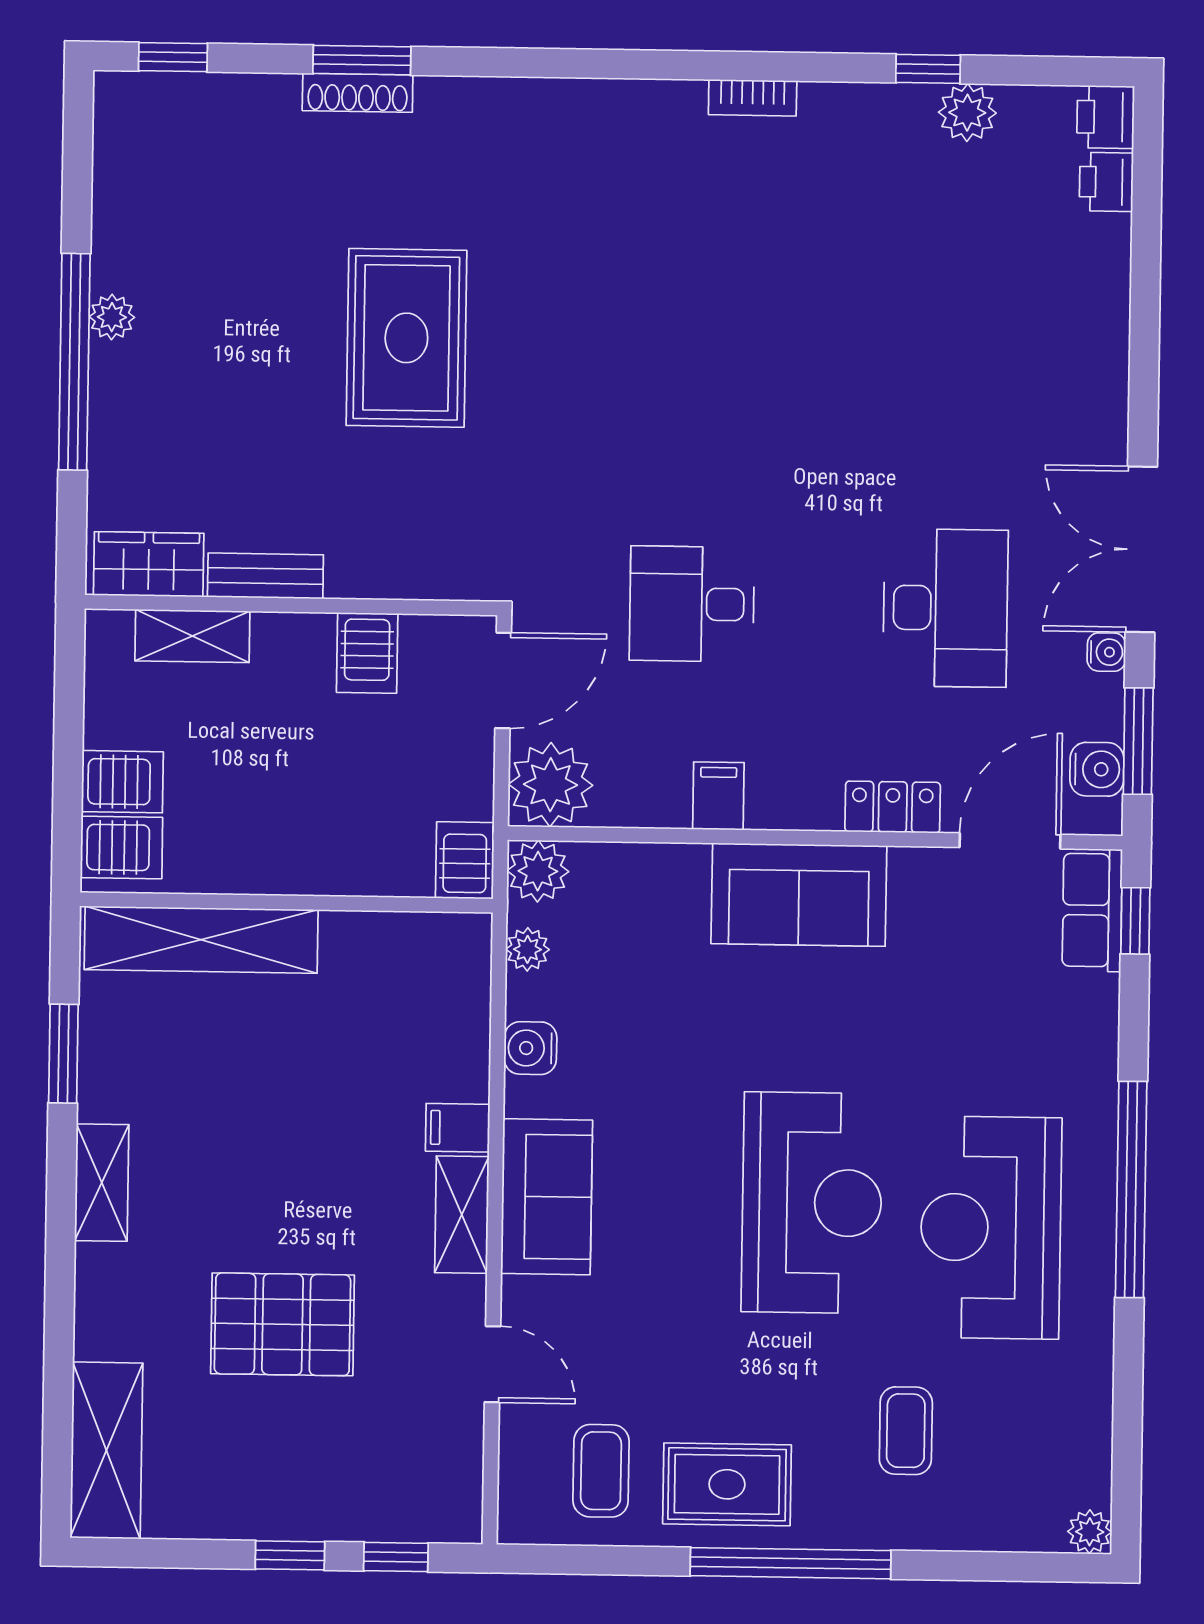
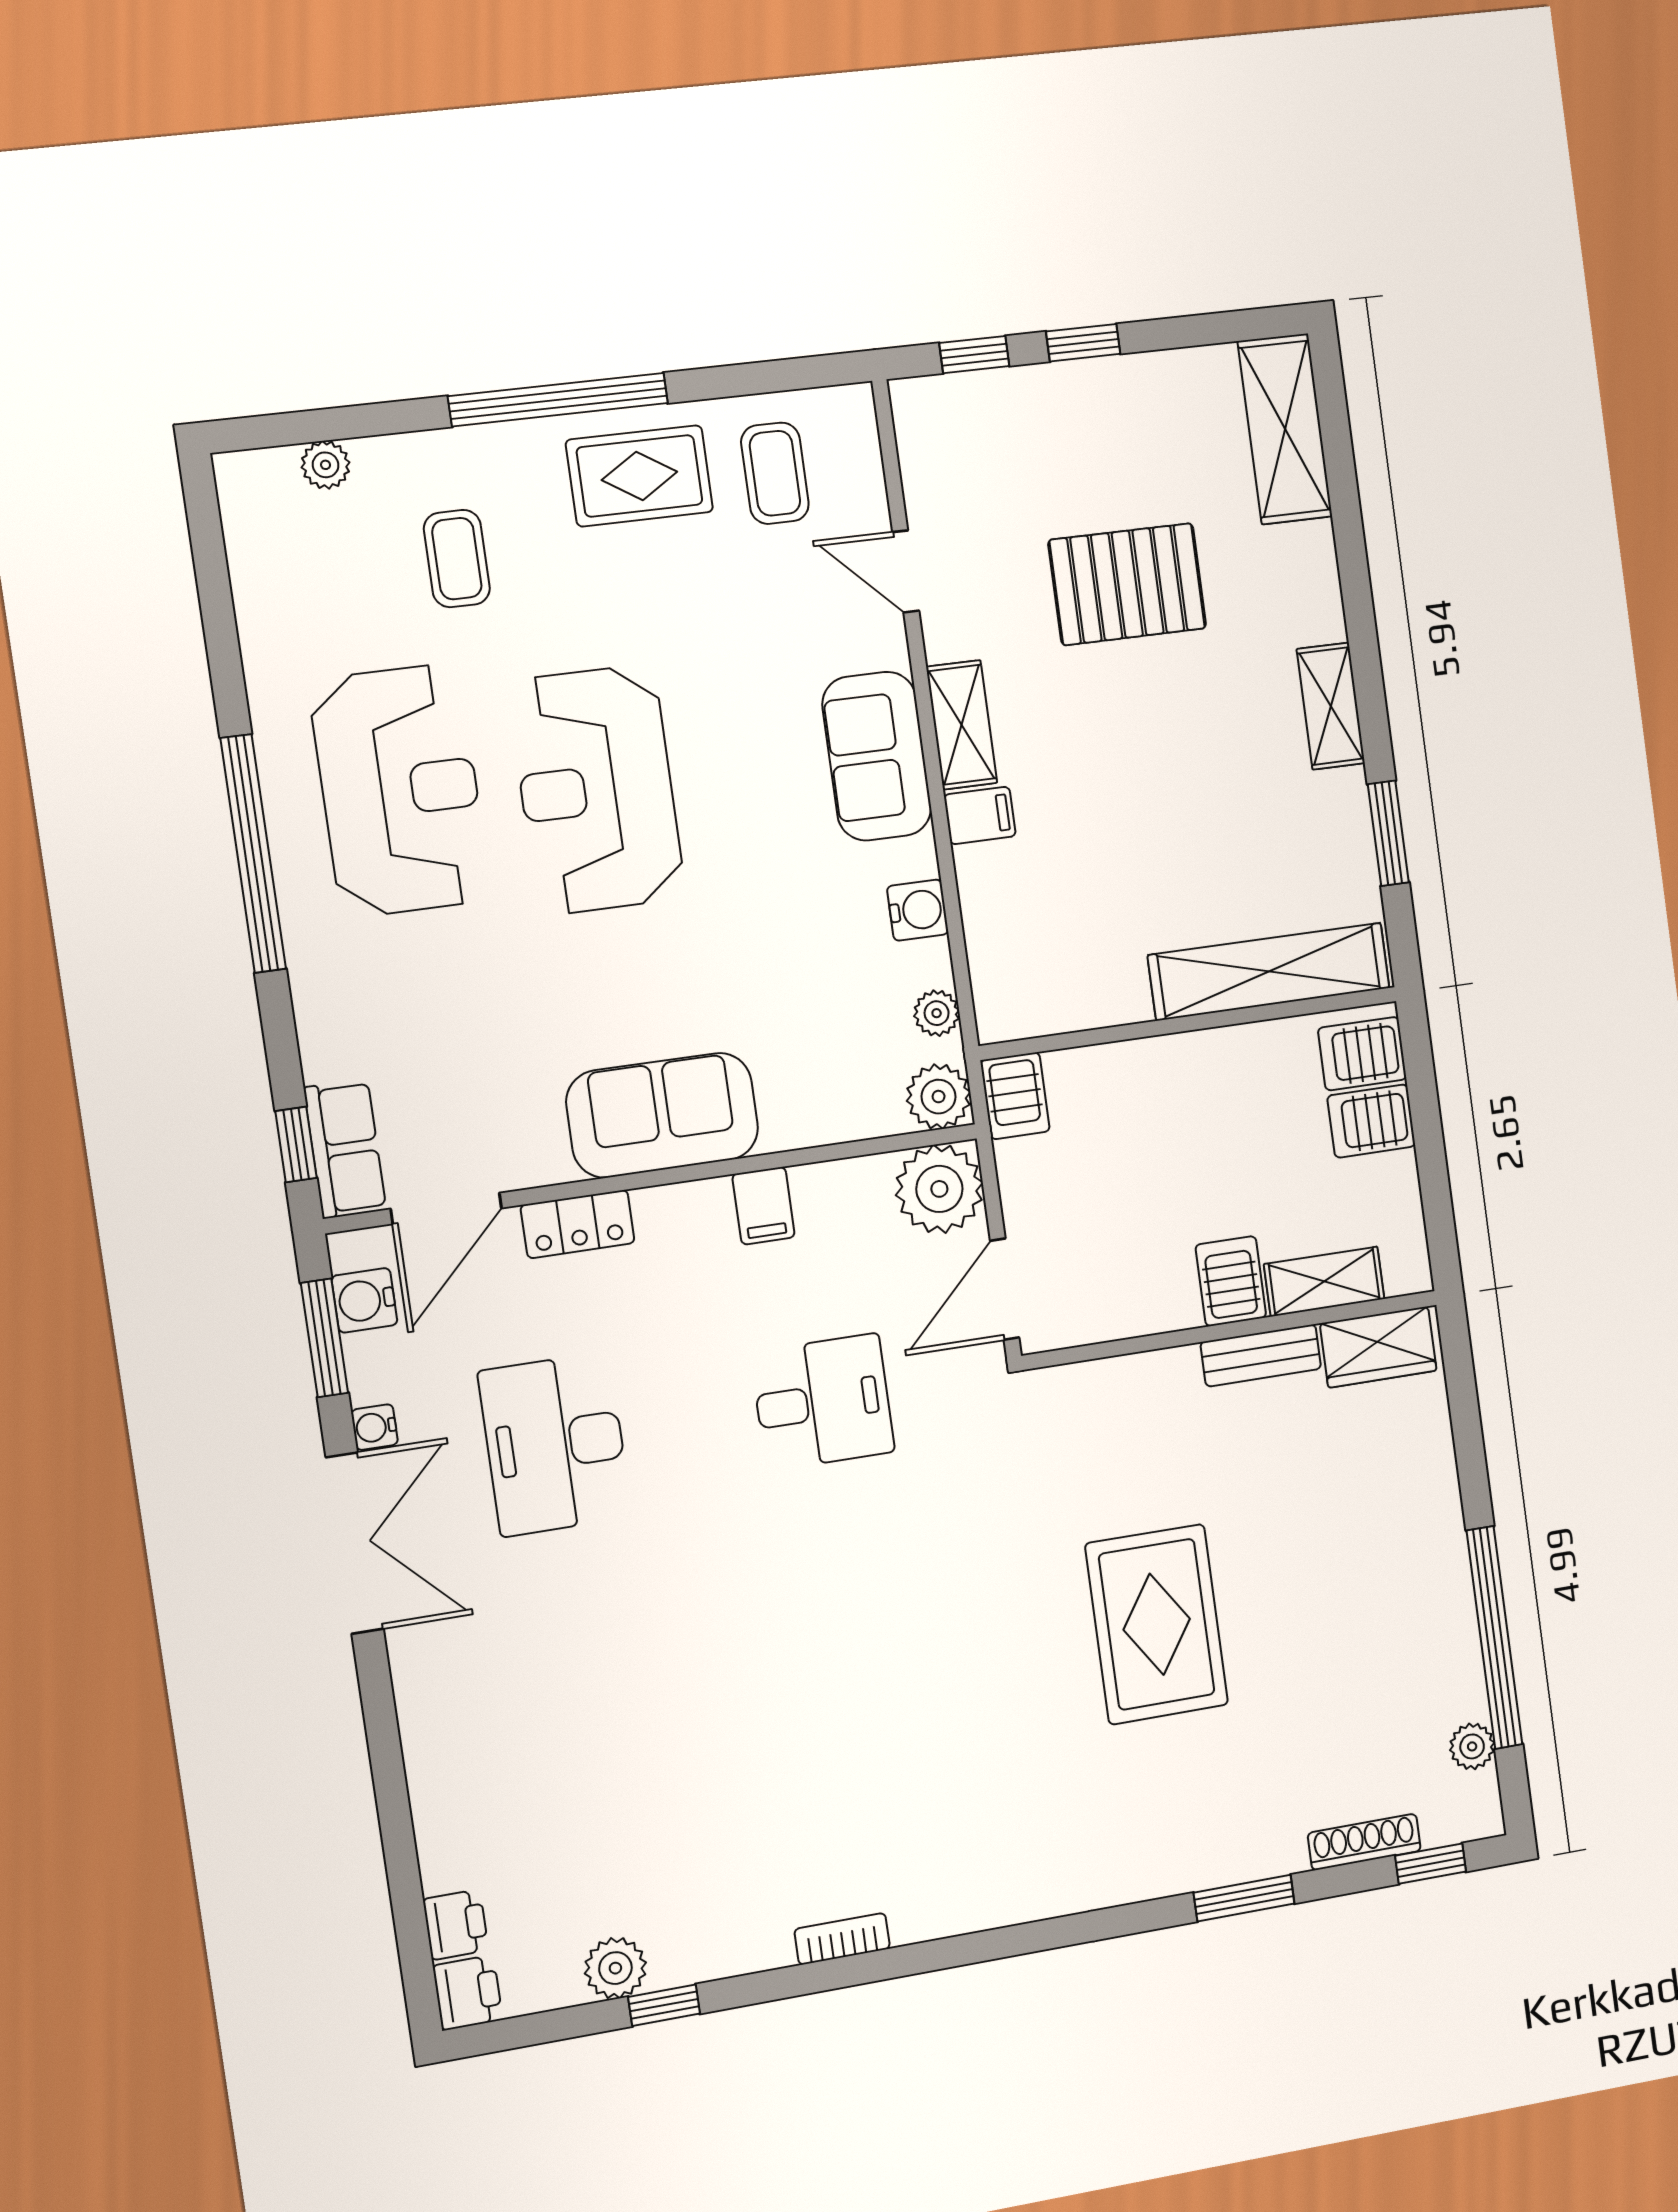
shoe rack: (358, 93) -> (1364, 1842), moved
plant: (112, 317) -> (1472, 1746), moved
window: (74, 362) -> (1494, 1638), moved
server rack: (367, 653) -> (1231, 1281), moved
plant: (1090, 1532) -> (326, 465), moved

